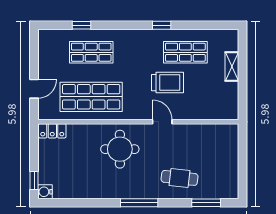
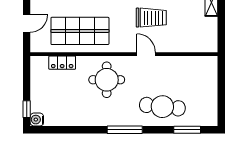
locker: (52, 131) -> (62, 63), moved
cafe table: (180, 178) -> (162, 107), width x1.37, depth x1.35

